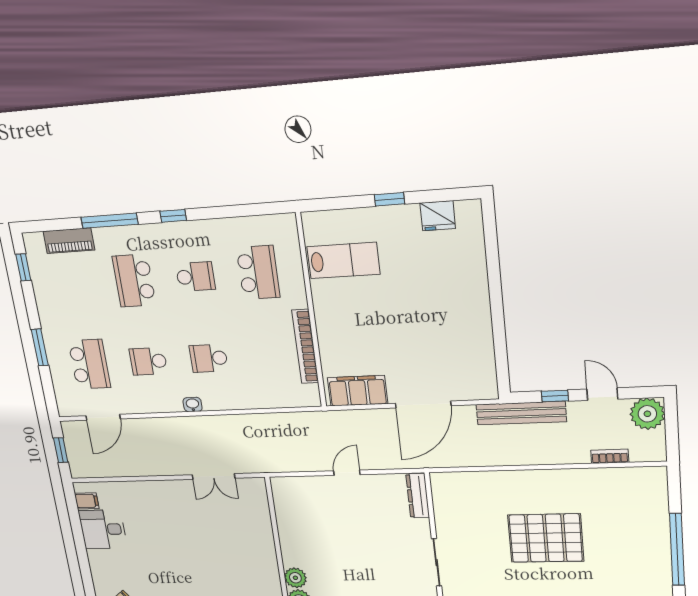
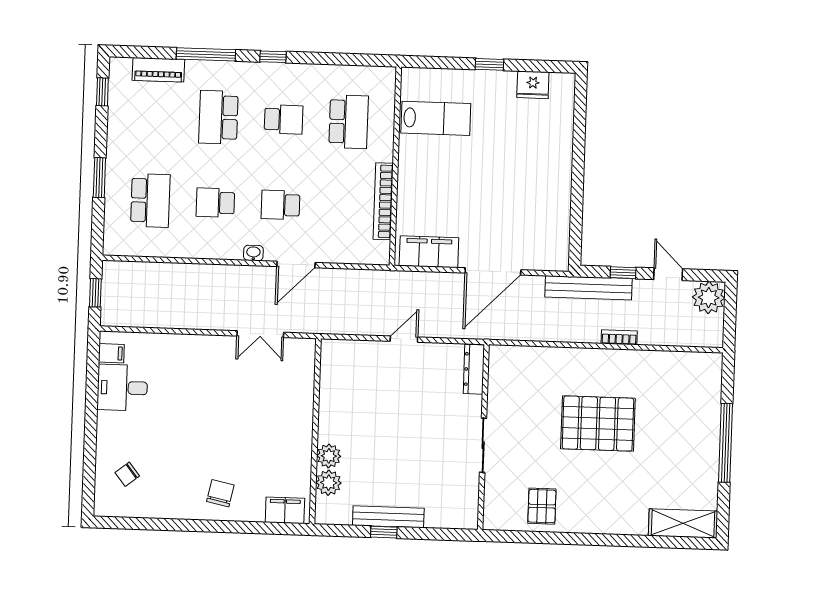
door: (103, 417) -> (296, 265), moved
bookcase: (610, 456) -> (619, 337), moved

